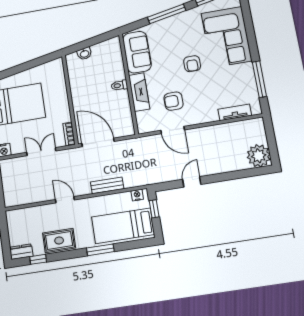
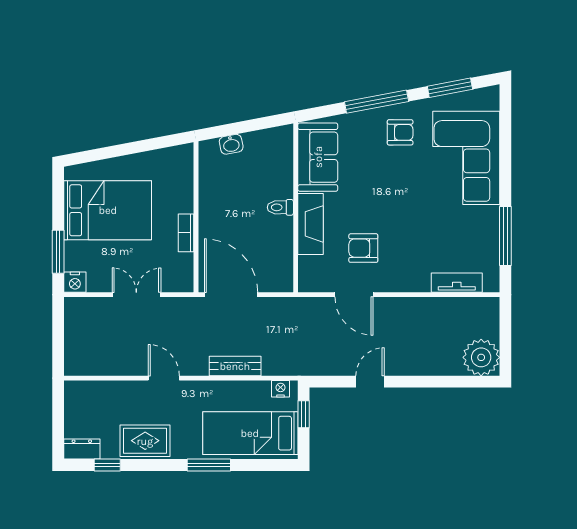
armchair: (192, 64) -> (400, 132), moved, turned -90
bookcase: (69, 134) -> (186, 233), moved

